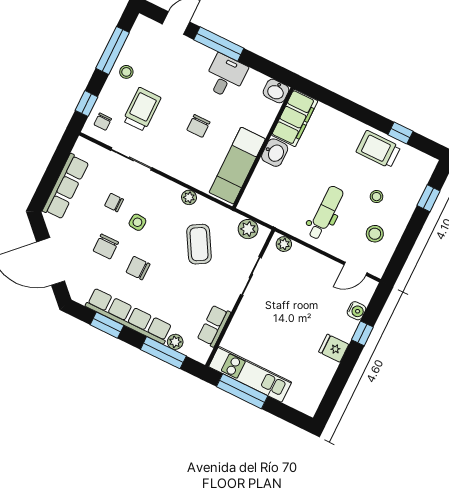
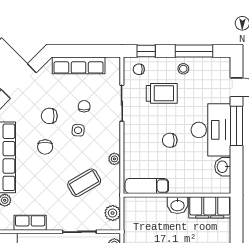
desk: (225, 76) -> (211, 130), width x1.87, depth x1.30
washbasin: (276, 91) -> (223, 167), moved
exam couch: (237, 166) -> (147, 186), width x0.73, depth x0.69
chair: (138, 268) -> (45, 147), turned 180

